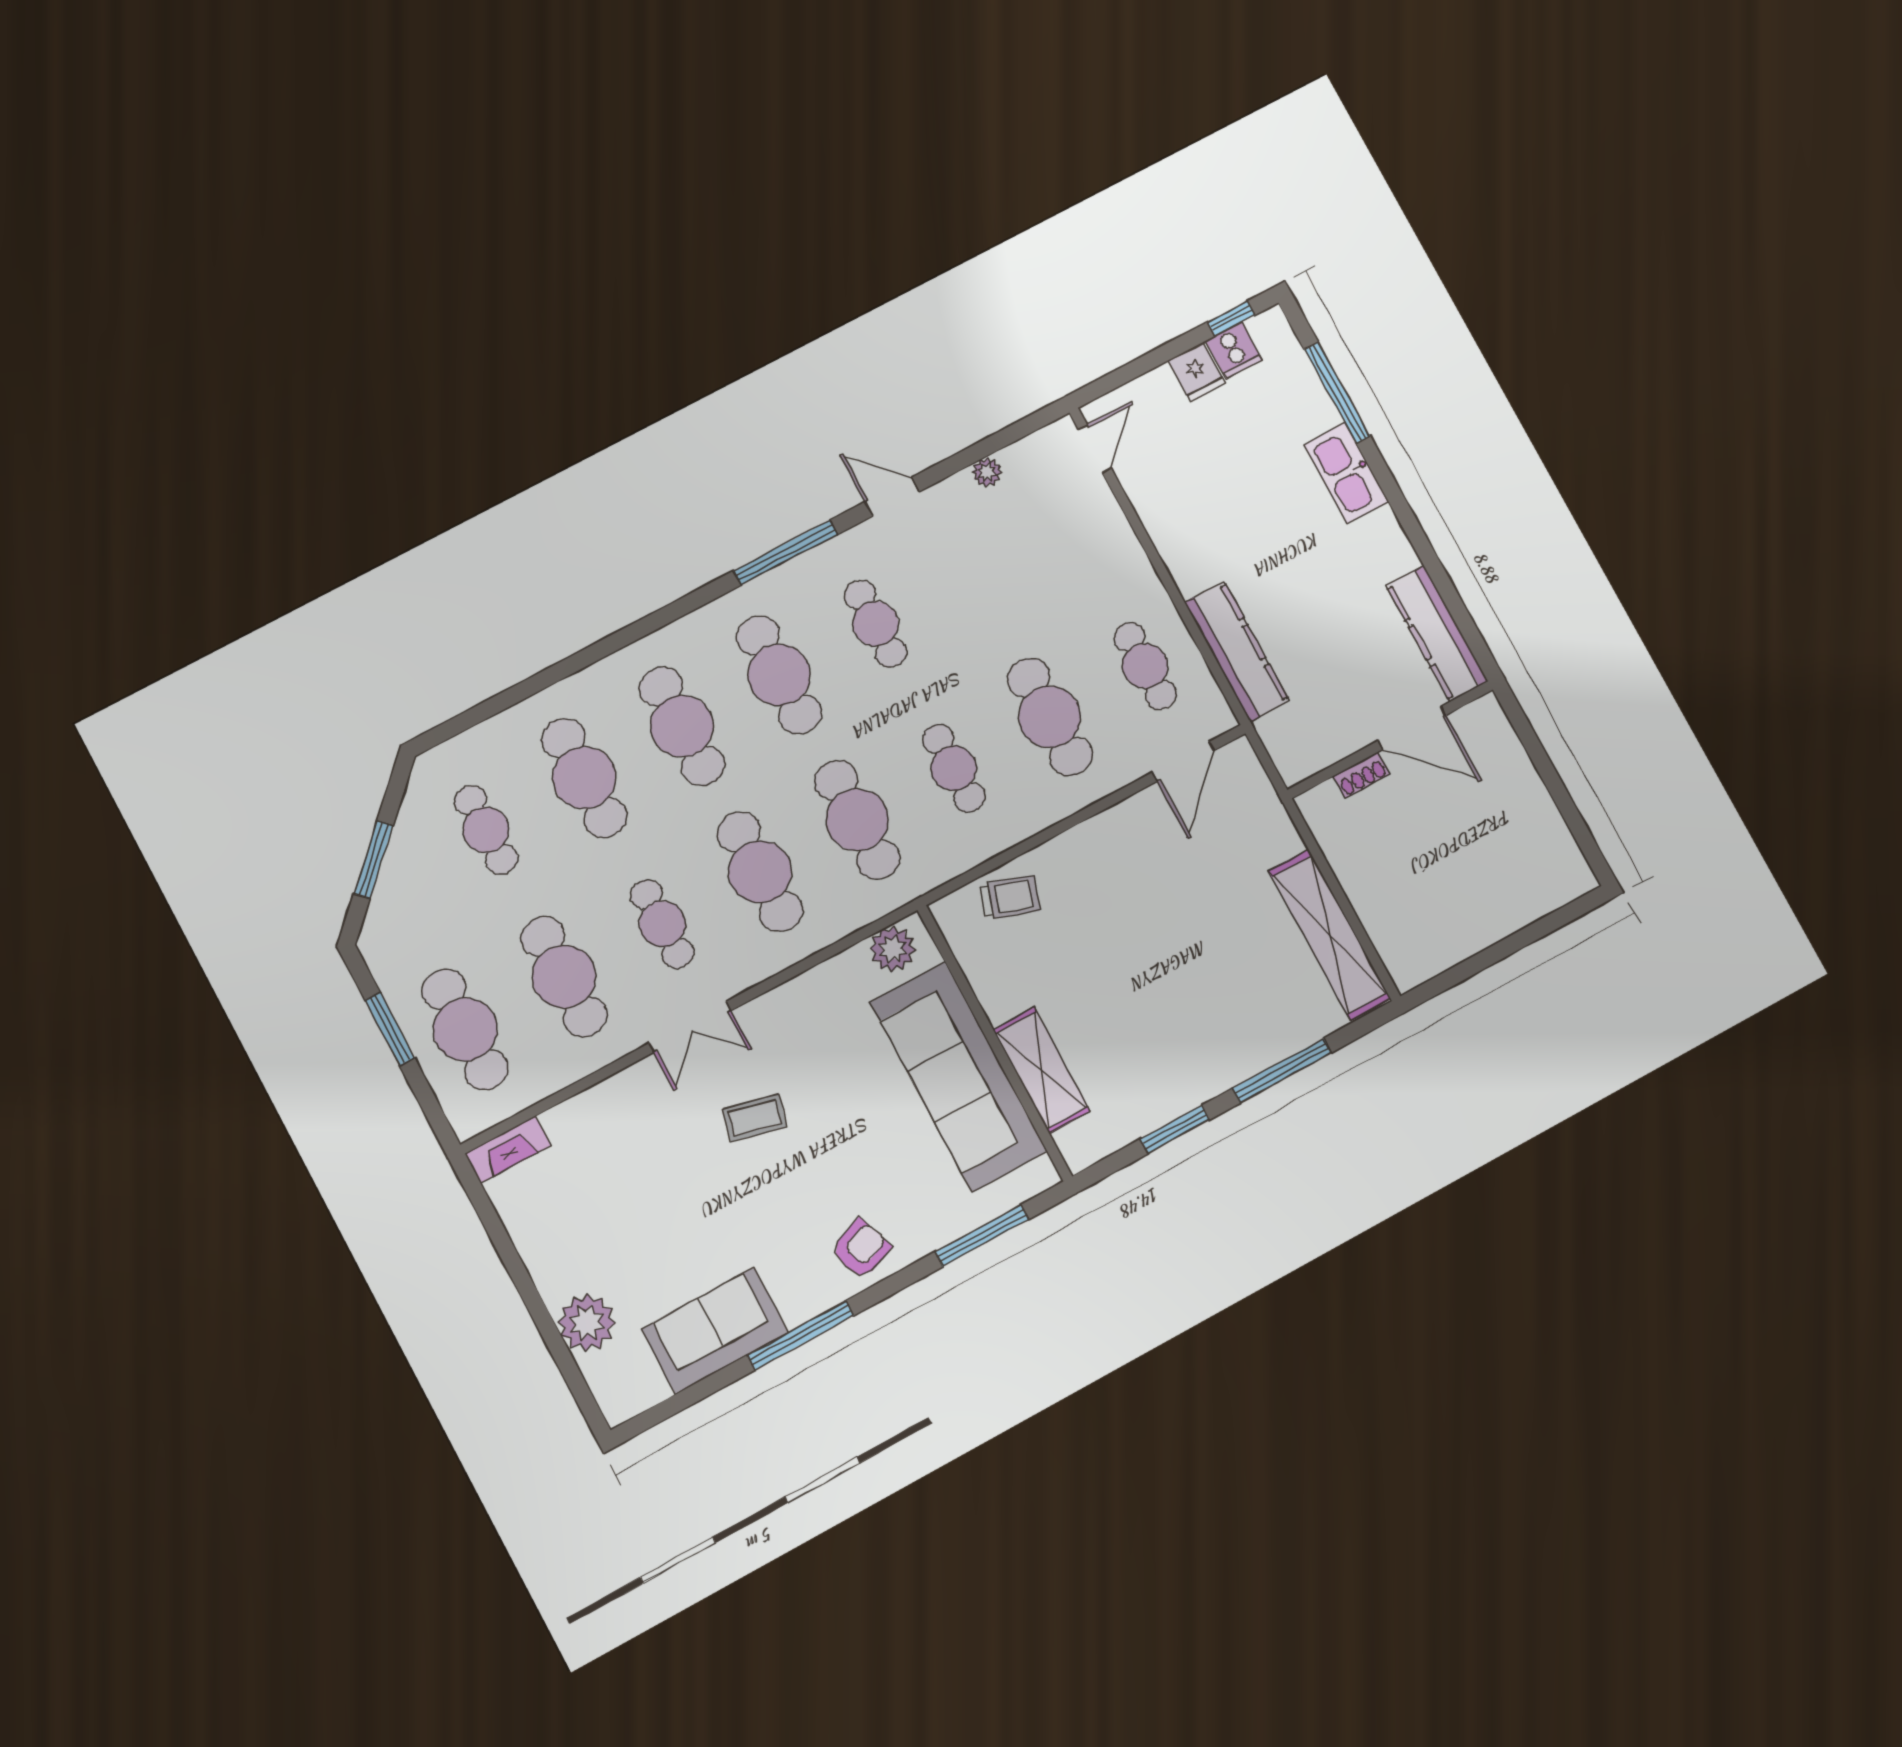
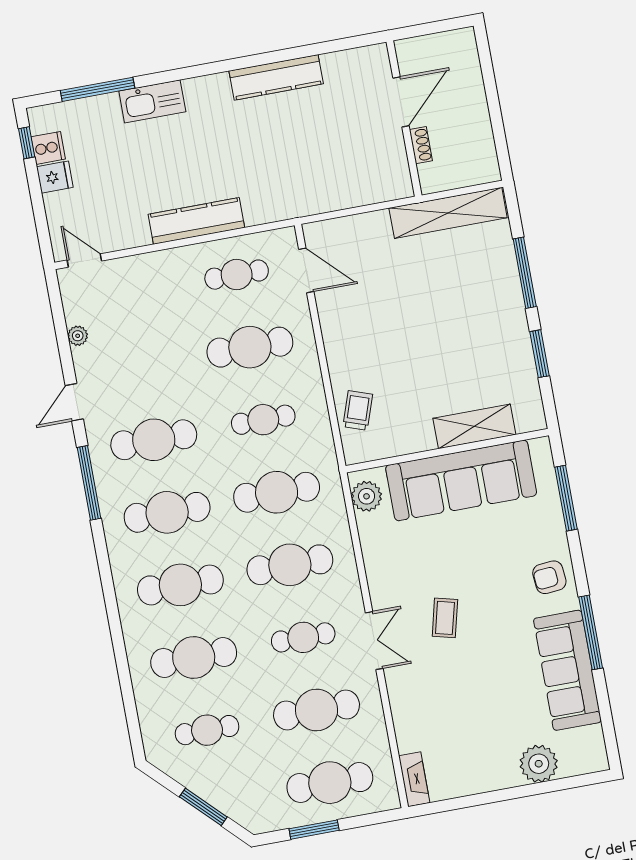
cafe table: (875, 624) -> (154, 440), width x1.37, depth x1.35
kitchen counter: (1237, 651) -> (196, 221), moved
door: (1412, 728) -> (401, 102), moved
wall: (1390, 740) -> (404, 119), moved
shoe rack: (1361, 775) -> (421, 145), moved
armchair: (861, 1249) -> (549, 577), turned -75
sofa: (715, 1331) -> (567, 670), width x1.36

